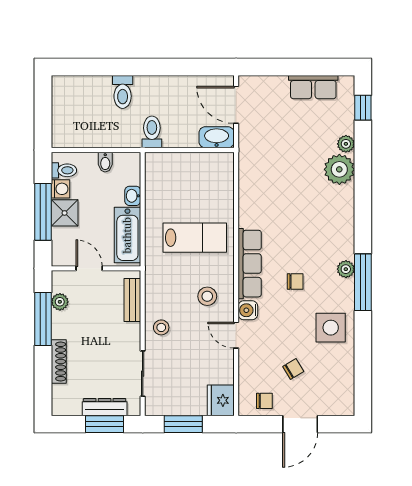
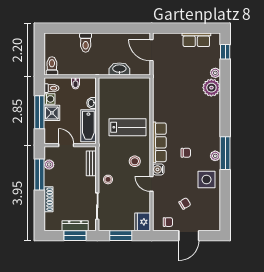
toilet: (152, 132) -> (52, 66), moved
washbasin: (217, 137) -> (119, 69), moved
plant: (346, 269) -> (215, 156), moved

